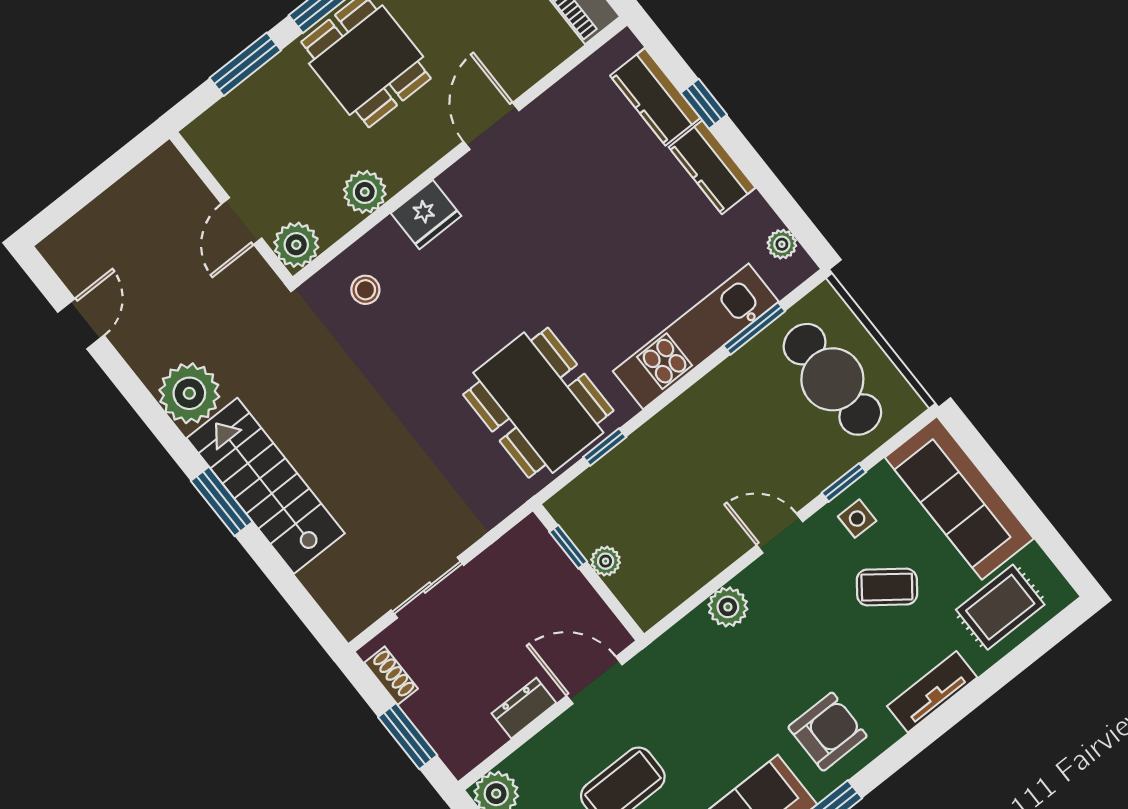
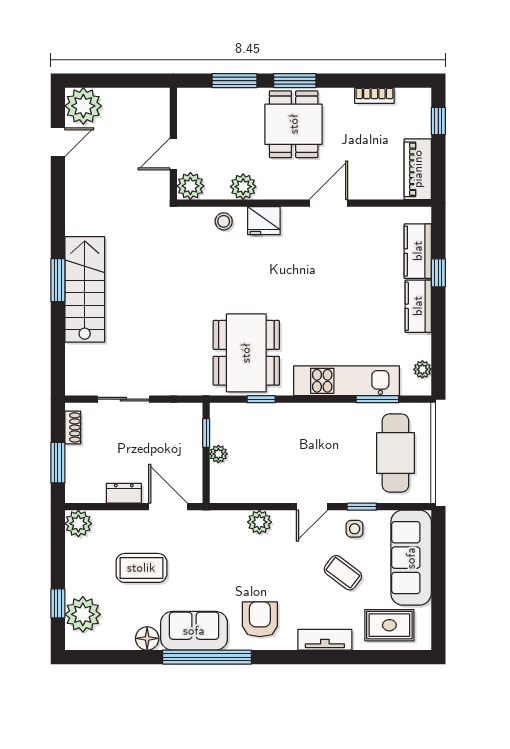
stool: (365, 290) -> (224, 221), moved
plant: (189, 393) -> (83, 106), moved
door: (780, 533) -> (312, 507), swing flipped
armchair: (828, 732) -> (260, 619), turned -90

